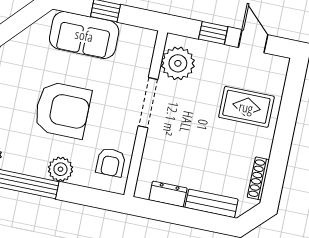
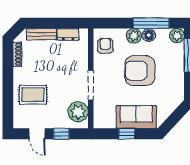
floor lamp: (35, 165) -> (149, 35), added

